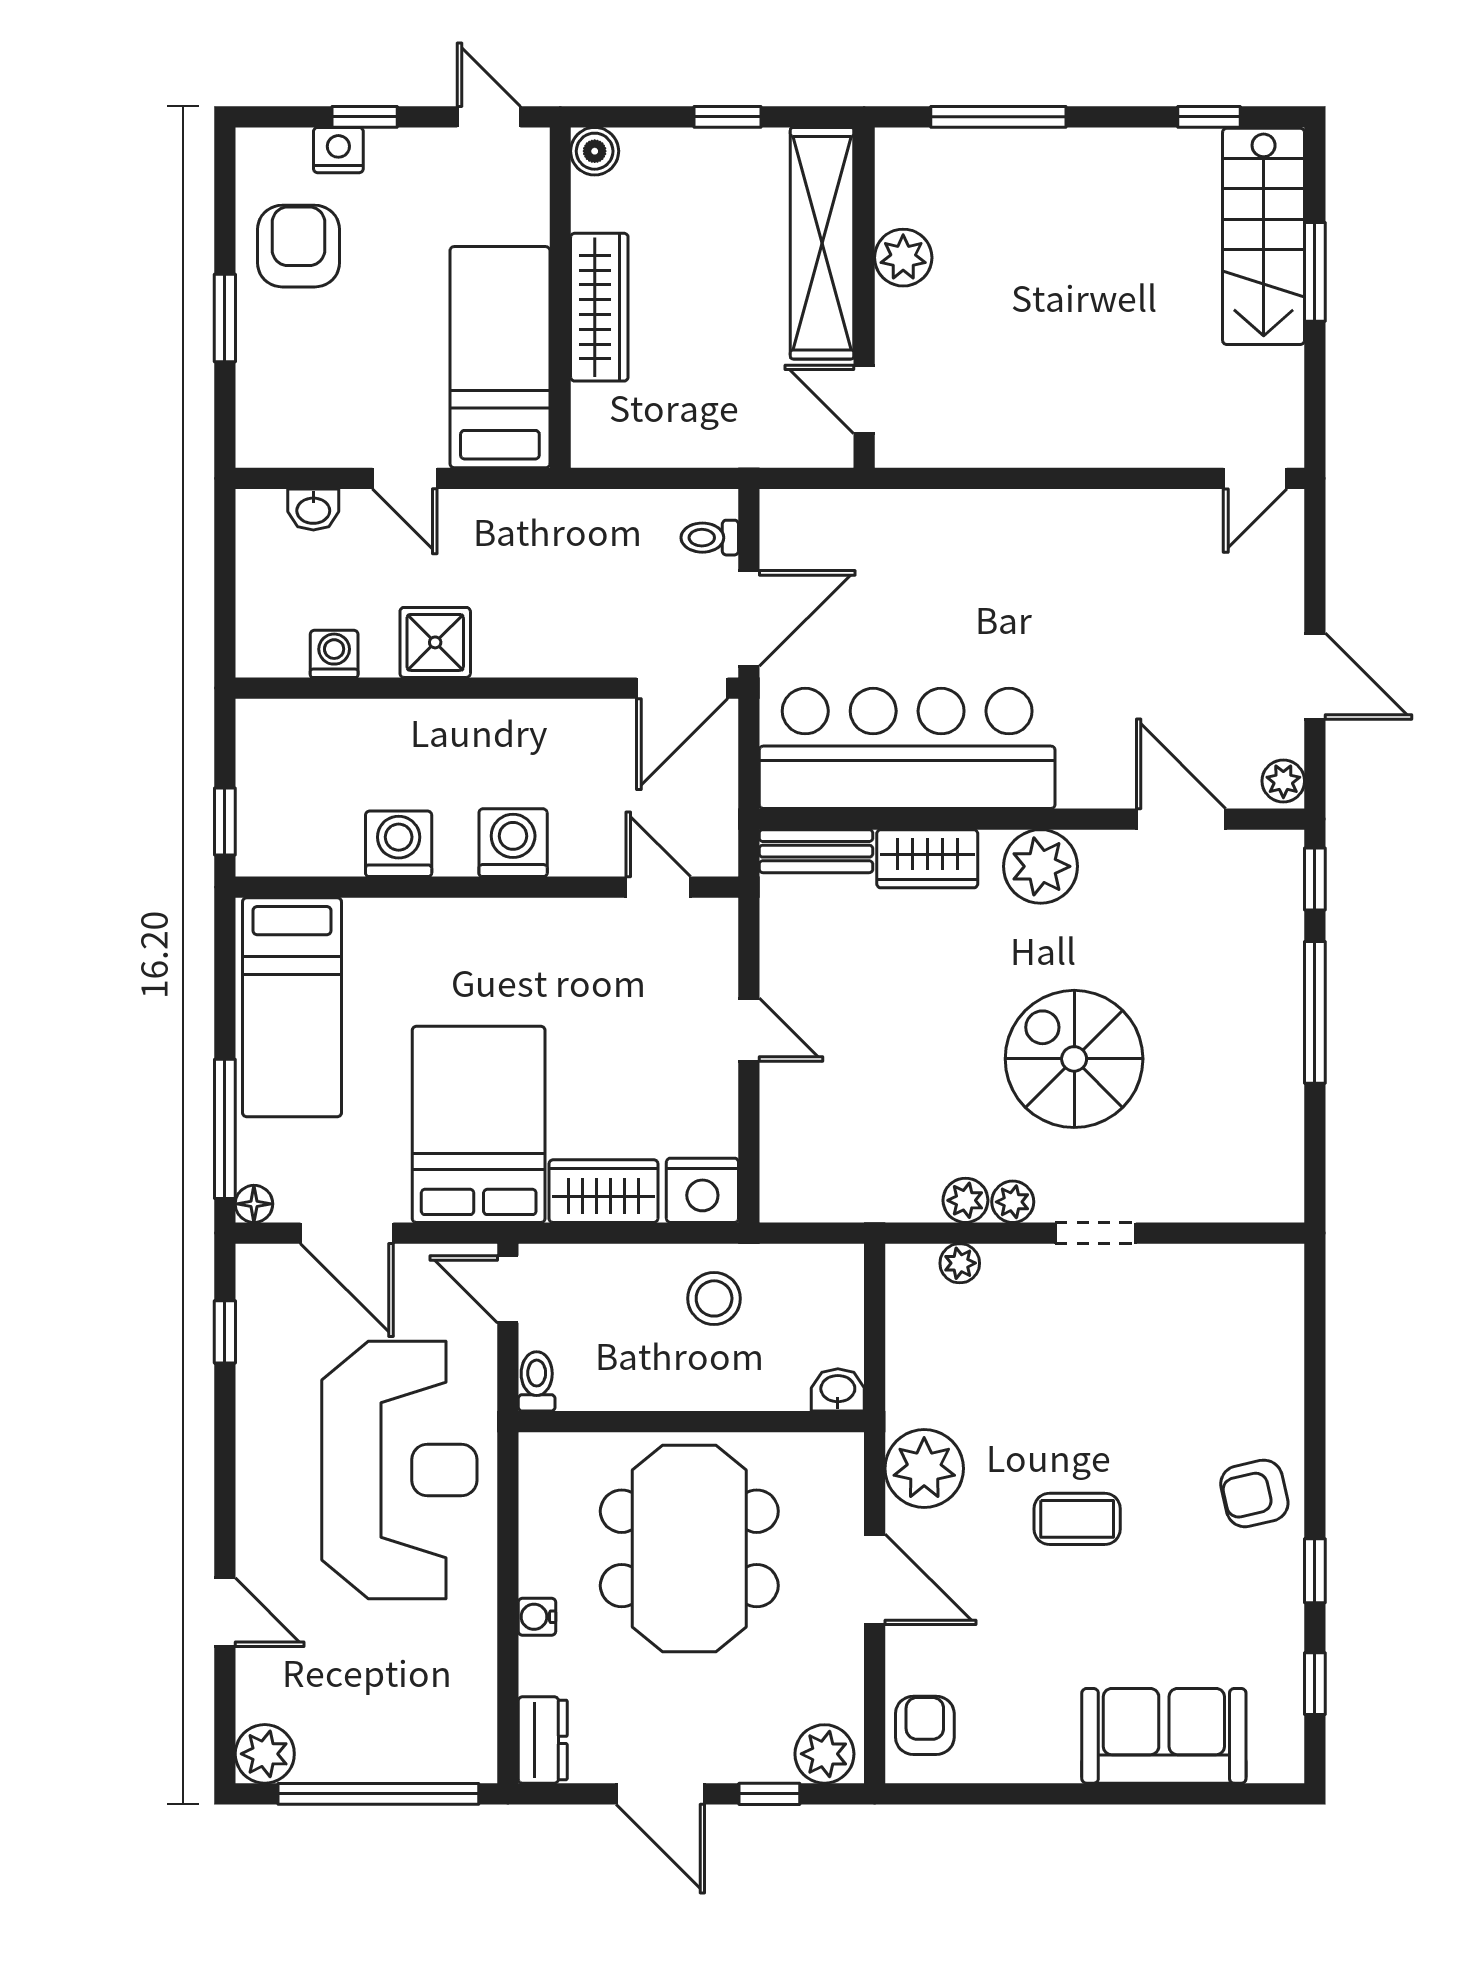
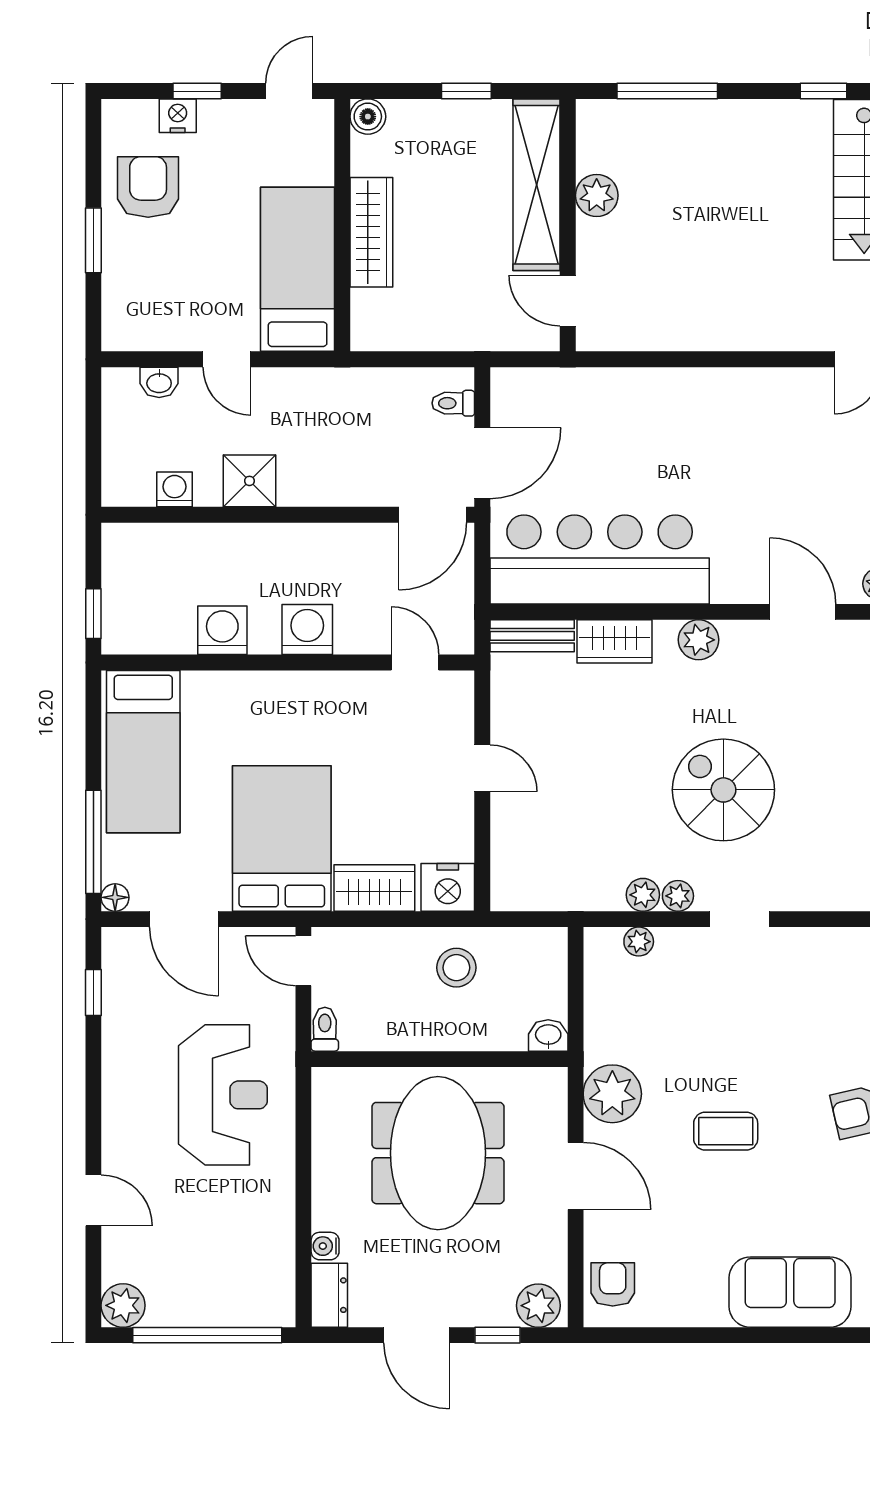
door: (489, 117) -> (289, 91), hinge flipped
plant: (1041, 866) -> (699, 640), width x0.73, depth x0.73
reception desk: (399, 1470) -> (223, 1095), width x0.74, depth x0.77
water cooler: (537, 1617) -> (325, 1246), moved

